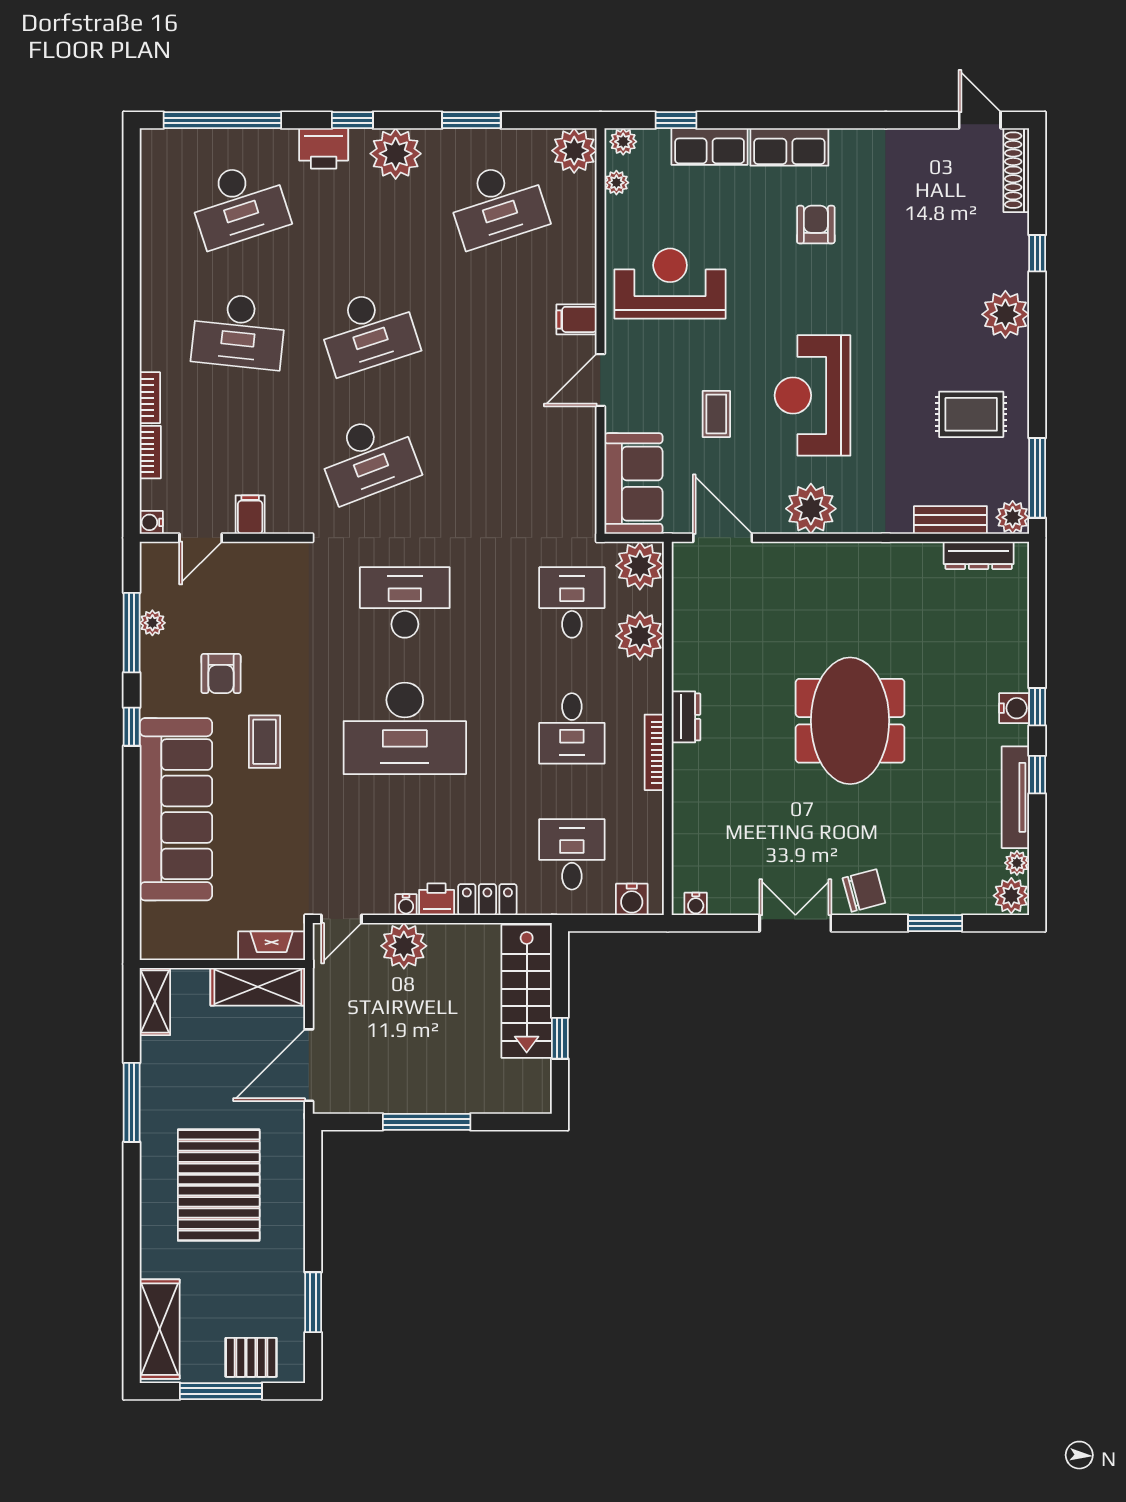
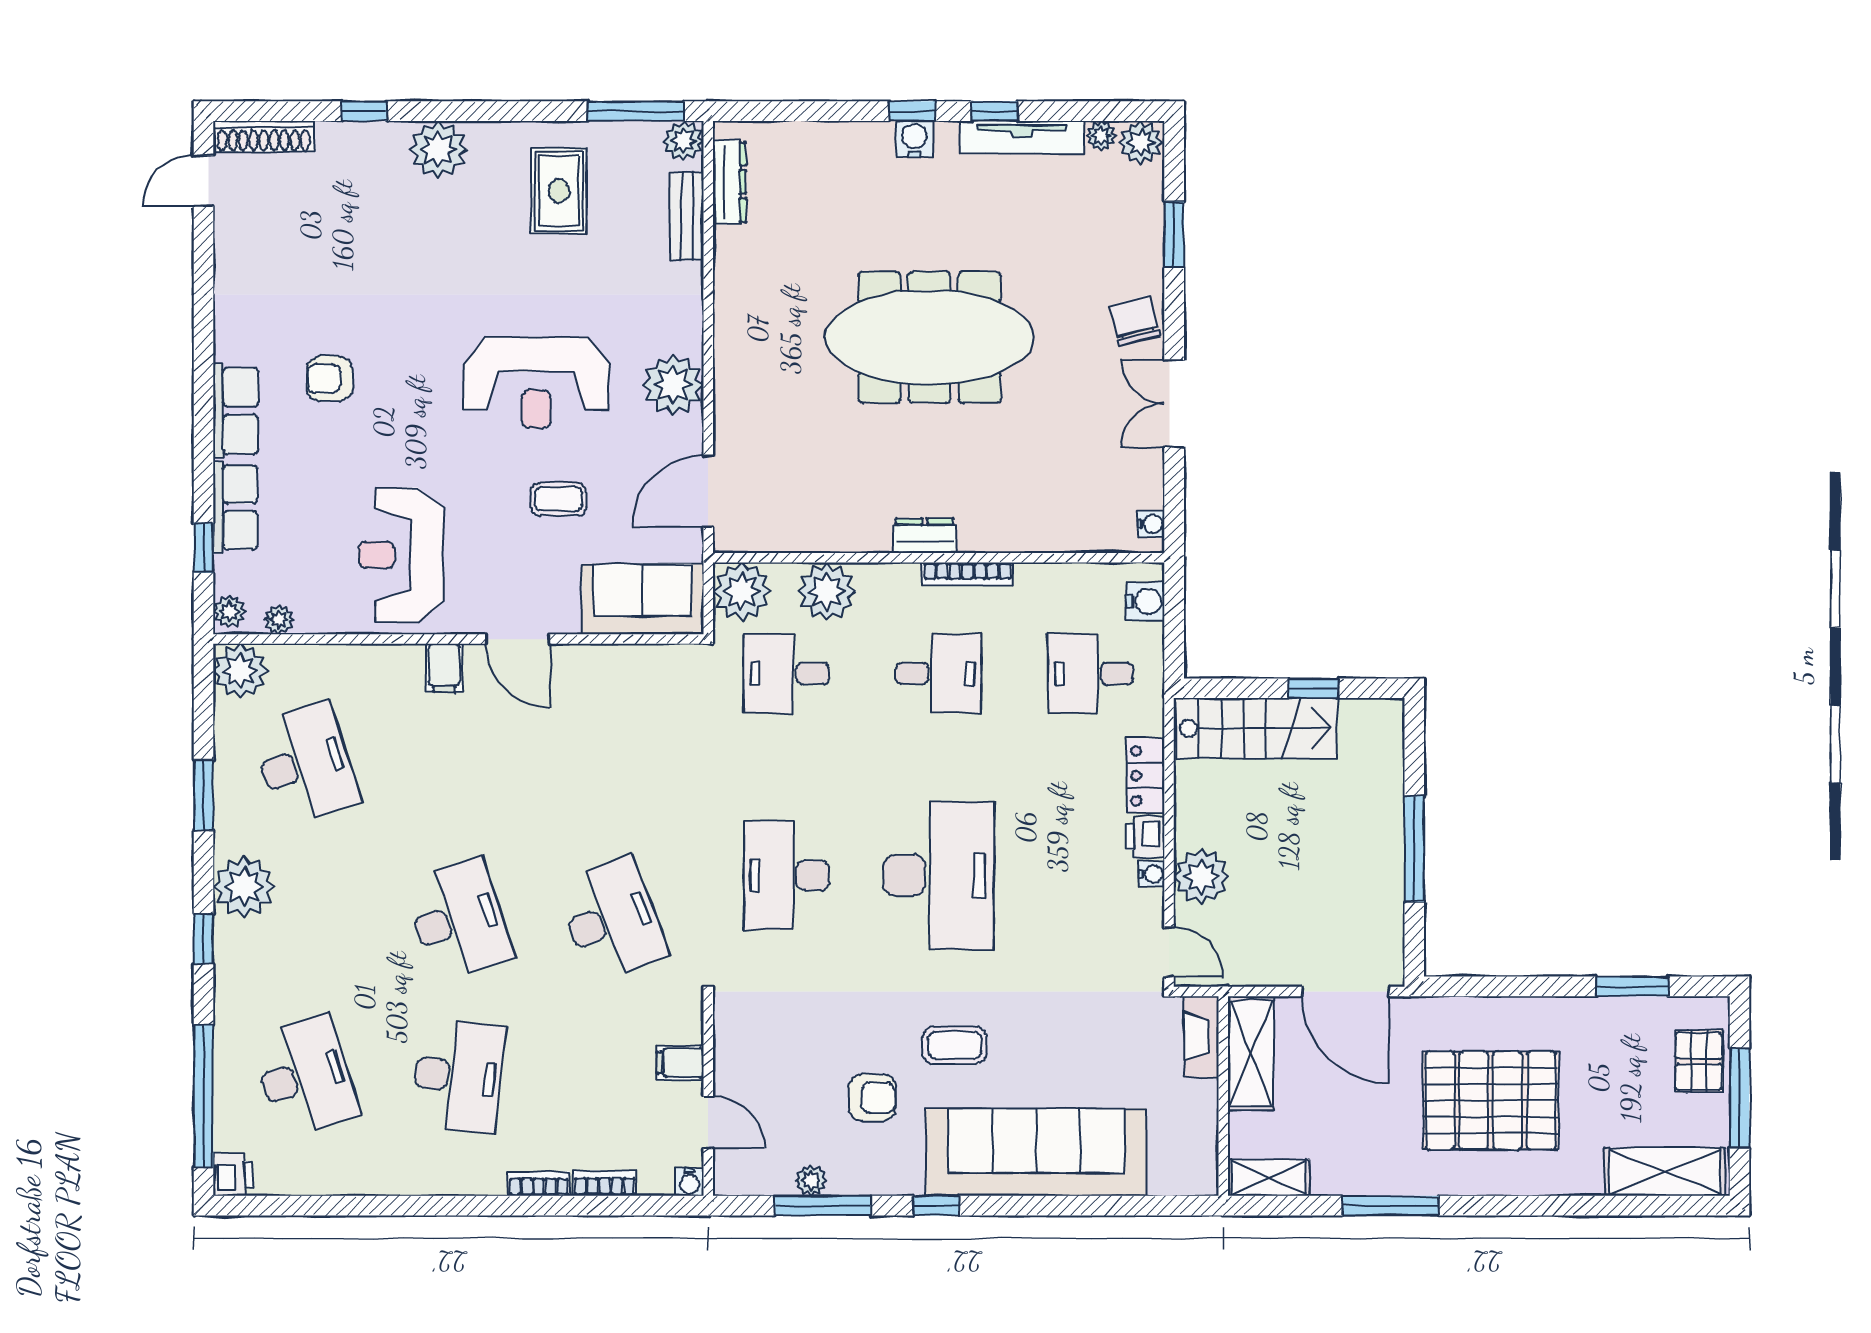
printer: (324, 148) -> (233, 1174), moved, width x0.73, depth x0.81
meeting table: (850, 721) -> (929, 337), width x1.36

